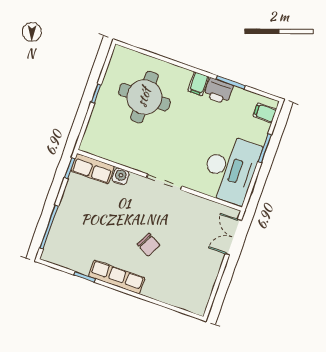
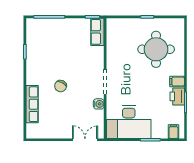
water cooler: (120, 176) -> (99, 104), moved
row of seats: (117, 277) -> (32, 104), moved

